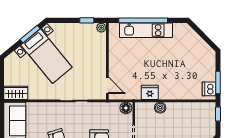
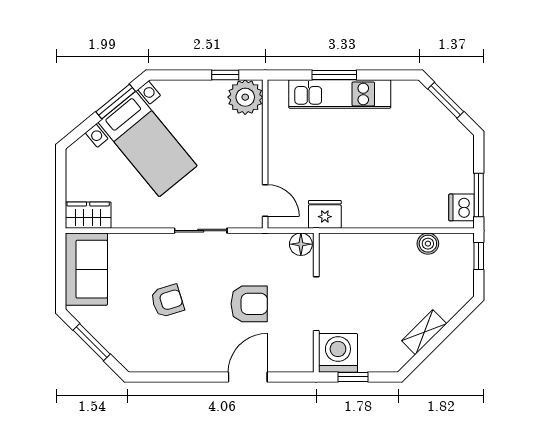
window: (143, 20) -> (334, 75), width x0.47
plant: (101, 28) -> (245, 97), width x1.88, depth x1.88
window: (201, 33) -> (446, 100), added
fridge: (150, 92) -> (325, 214), moved
boiler: (160, 108) -> (428, 244), moved

